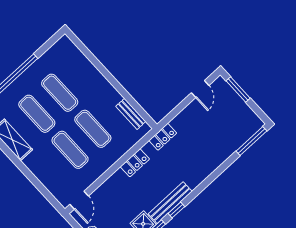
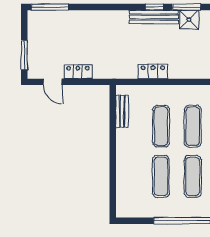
door: (200, 89) -> (53, 82), swing flipped
locker: (163, 137) -> (78, 72), moved

